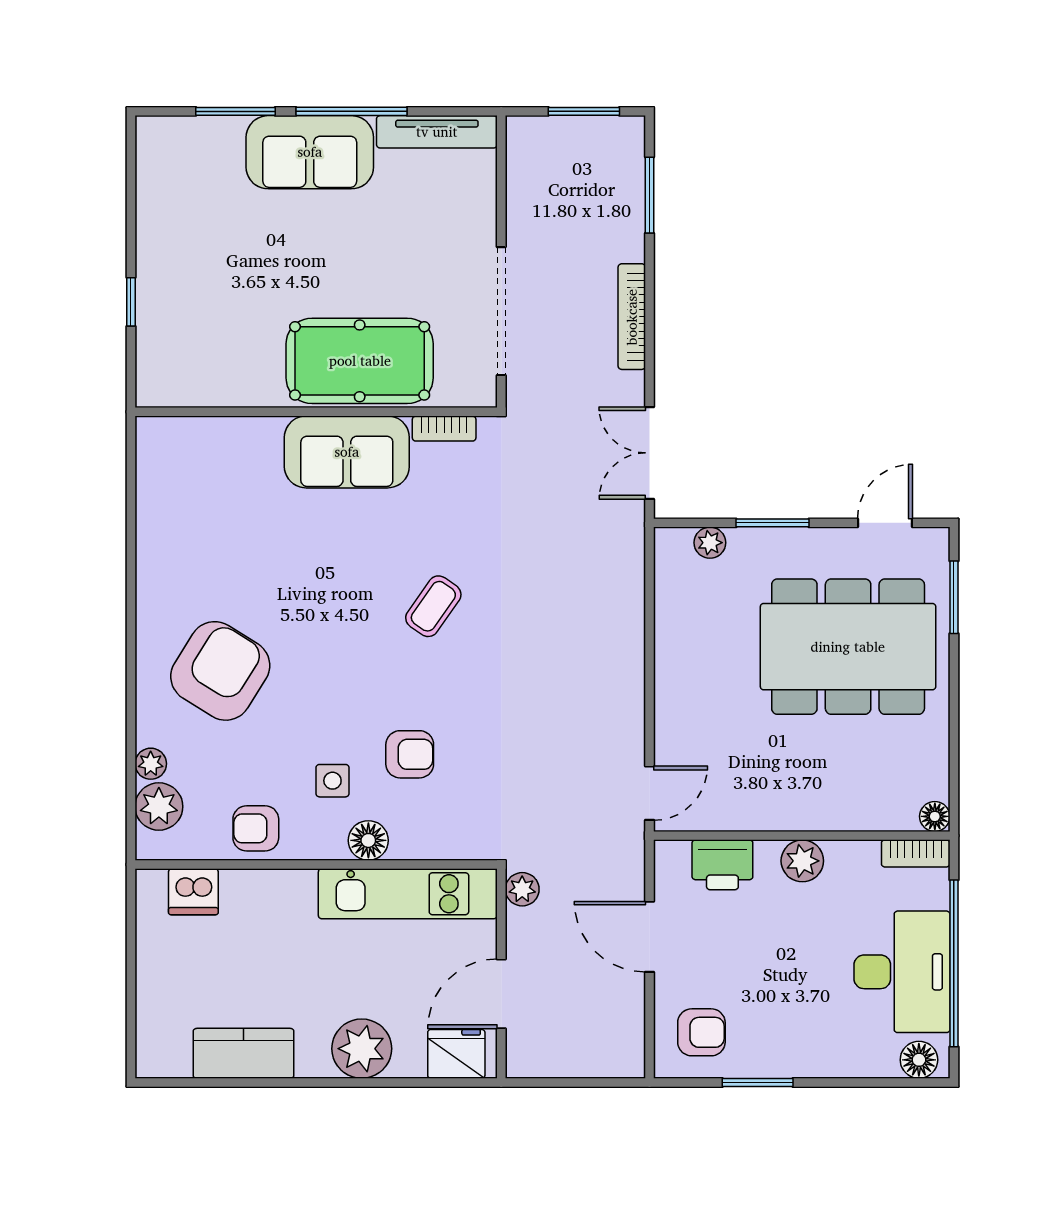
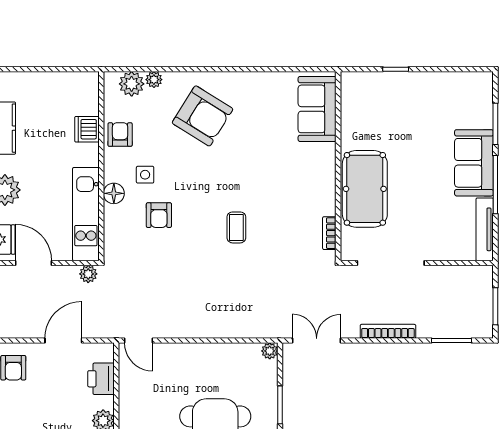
sofa: (347, 452) -> (317, 109), moved
plant: (710, 543) -> (270, 351), moved
coffee table: (433, 606) -> (236, 227), turned 55
dishwasher: (193, 892) -> (87, 129), moved

